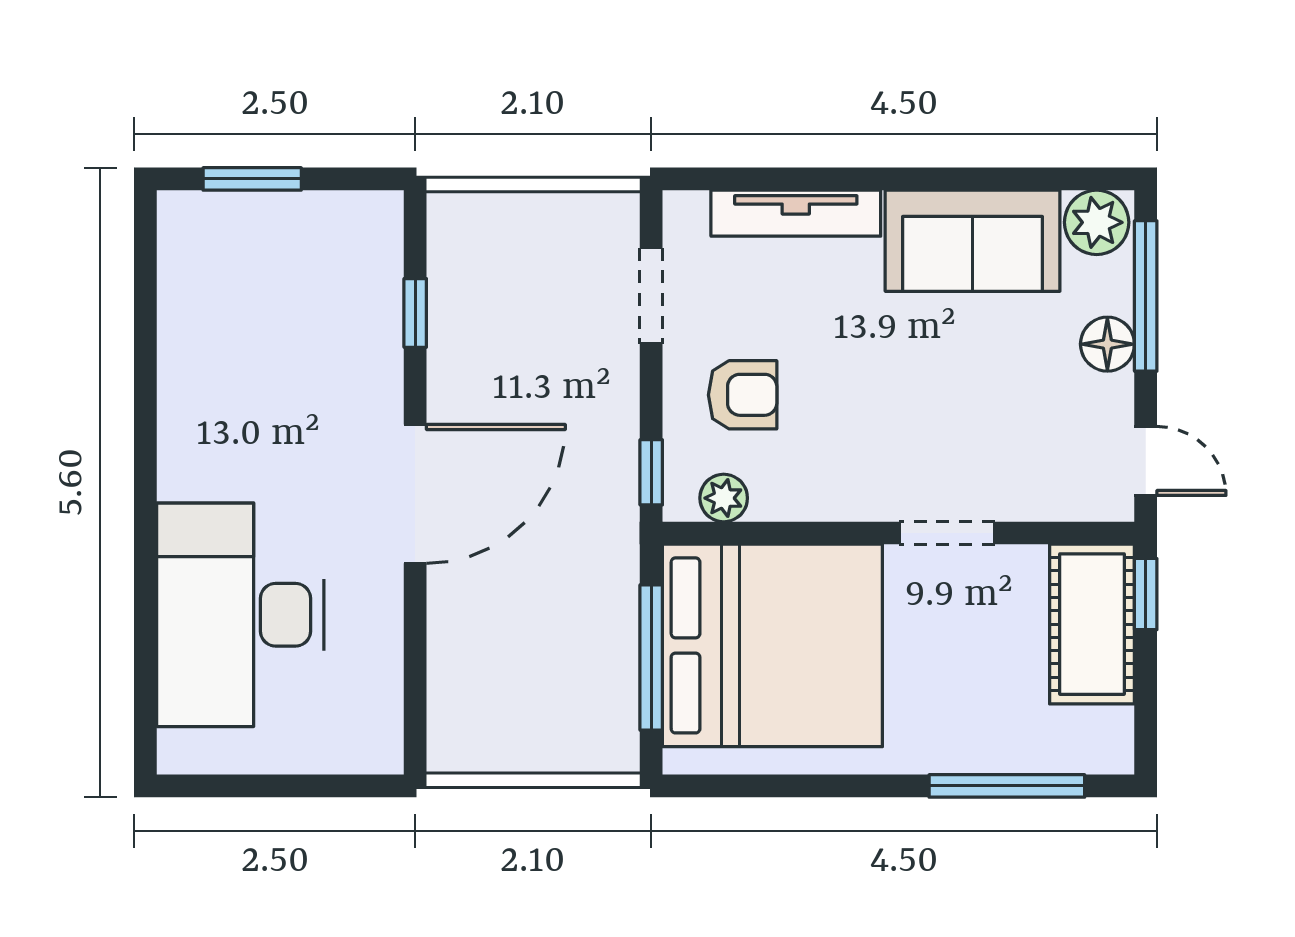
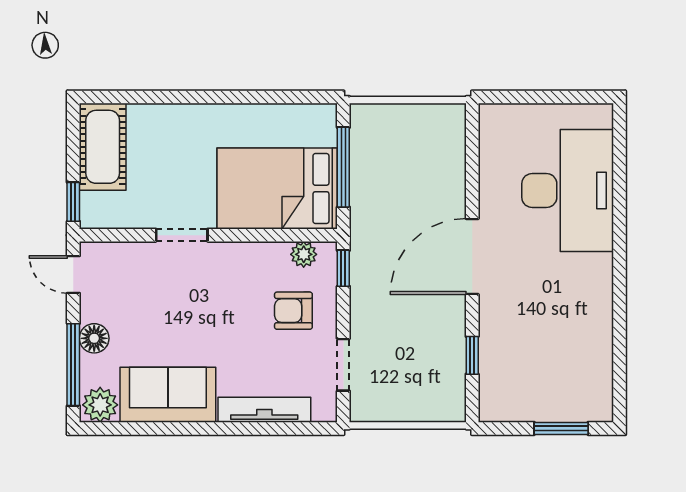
cot: (1092, 624) -> (103, 147), moved
bed: (772, 645) -> (277, 188), width x0.73
window: (1007, 786) -> (149, 97), removed

